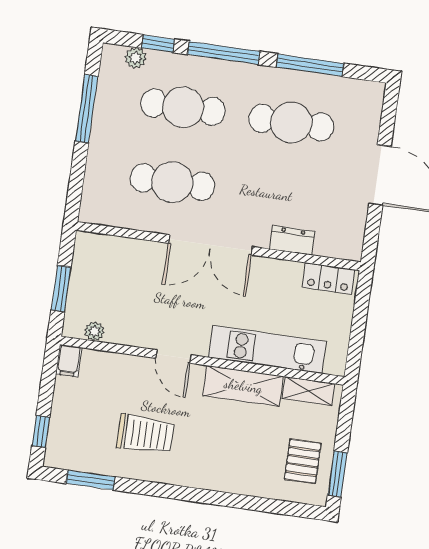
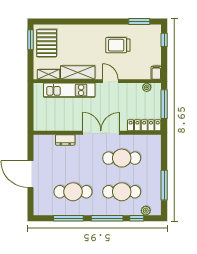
locker: (328, 278) -> (144, 125), moved, width x1.53
window: (61, 289) -> (164, 104), width x1.44
pallet: (303, 461) -> (47, 43), width x1.50, depth x1.42

